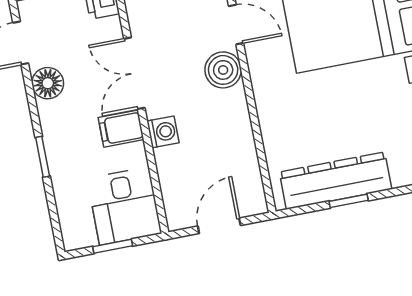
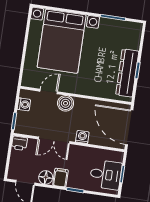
filing cabinet: (121, 129) -> (60, 178), moved, turned 180
desk: (124, 206) -> (106, 175), moved
door: (219, 226) -> (129, 127), width x1.88

